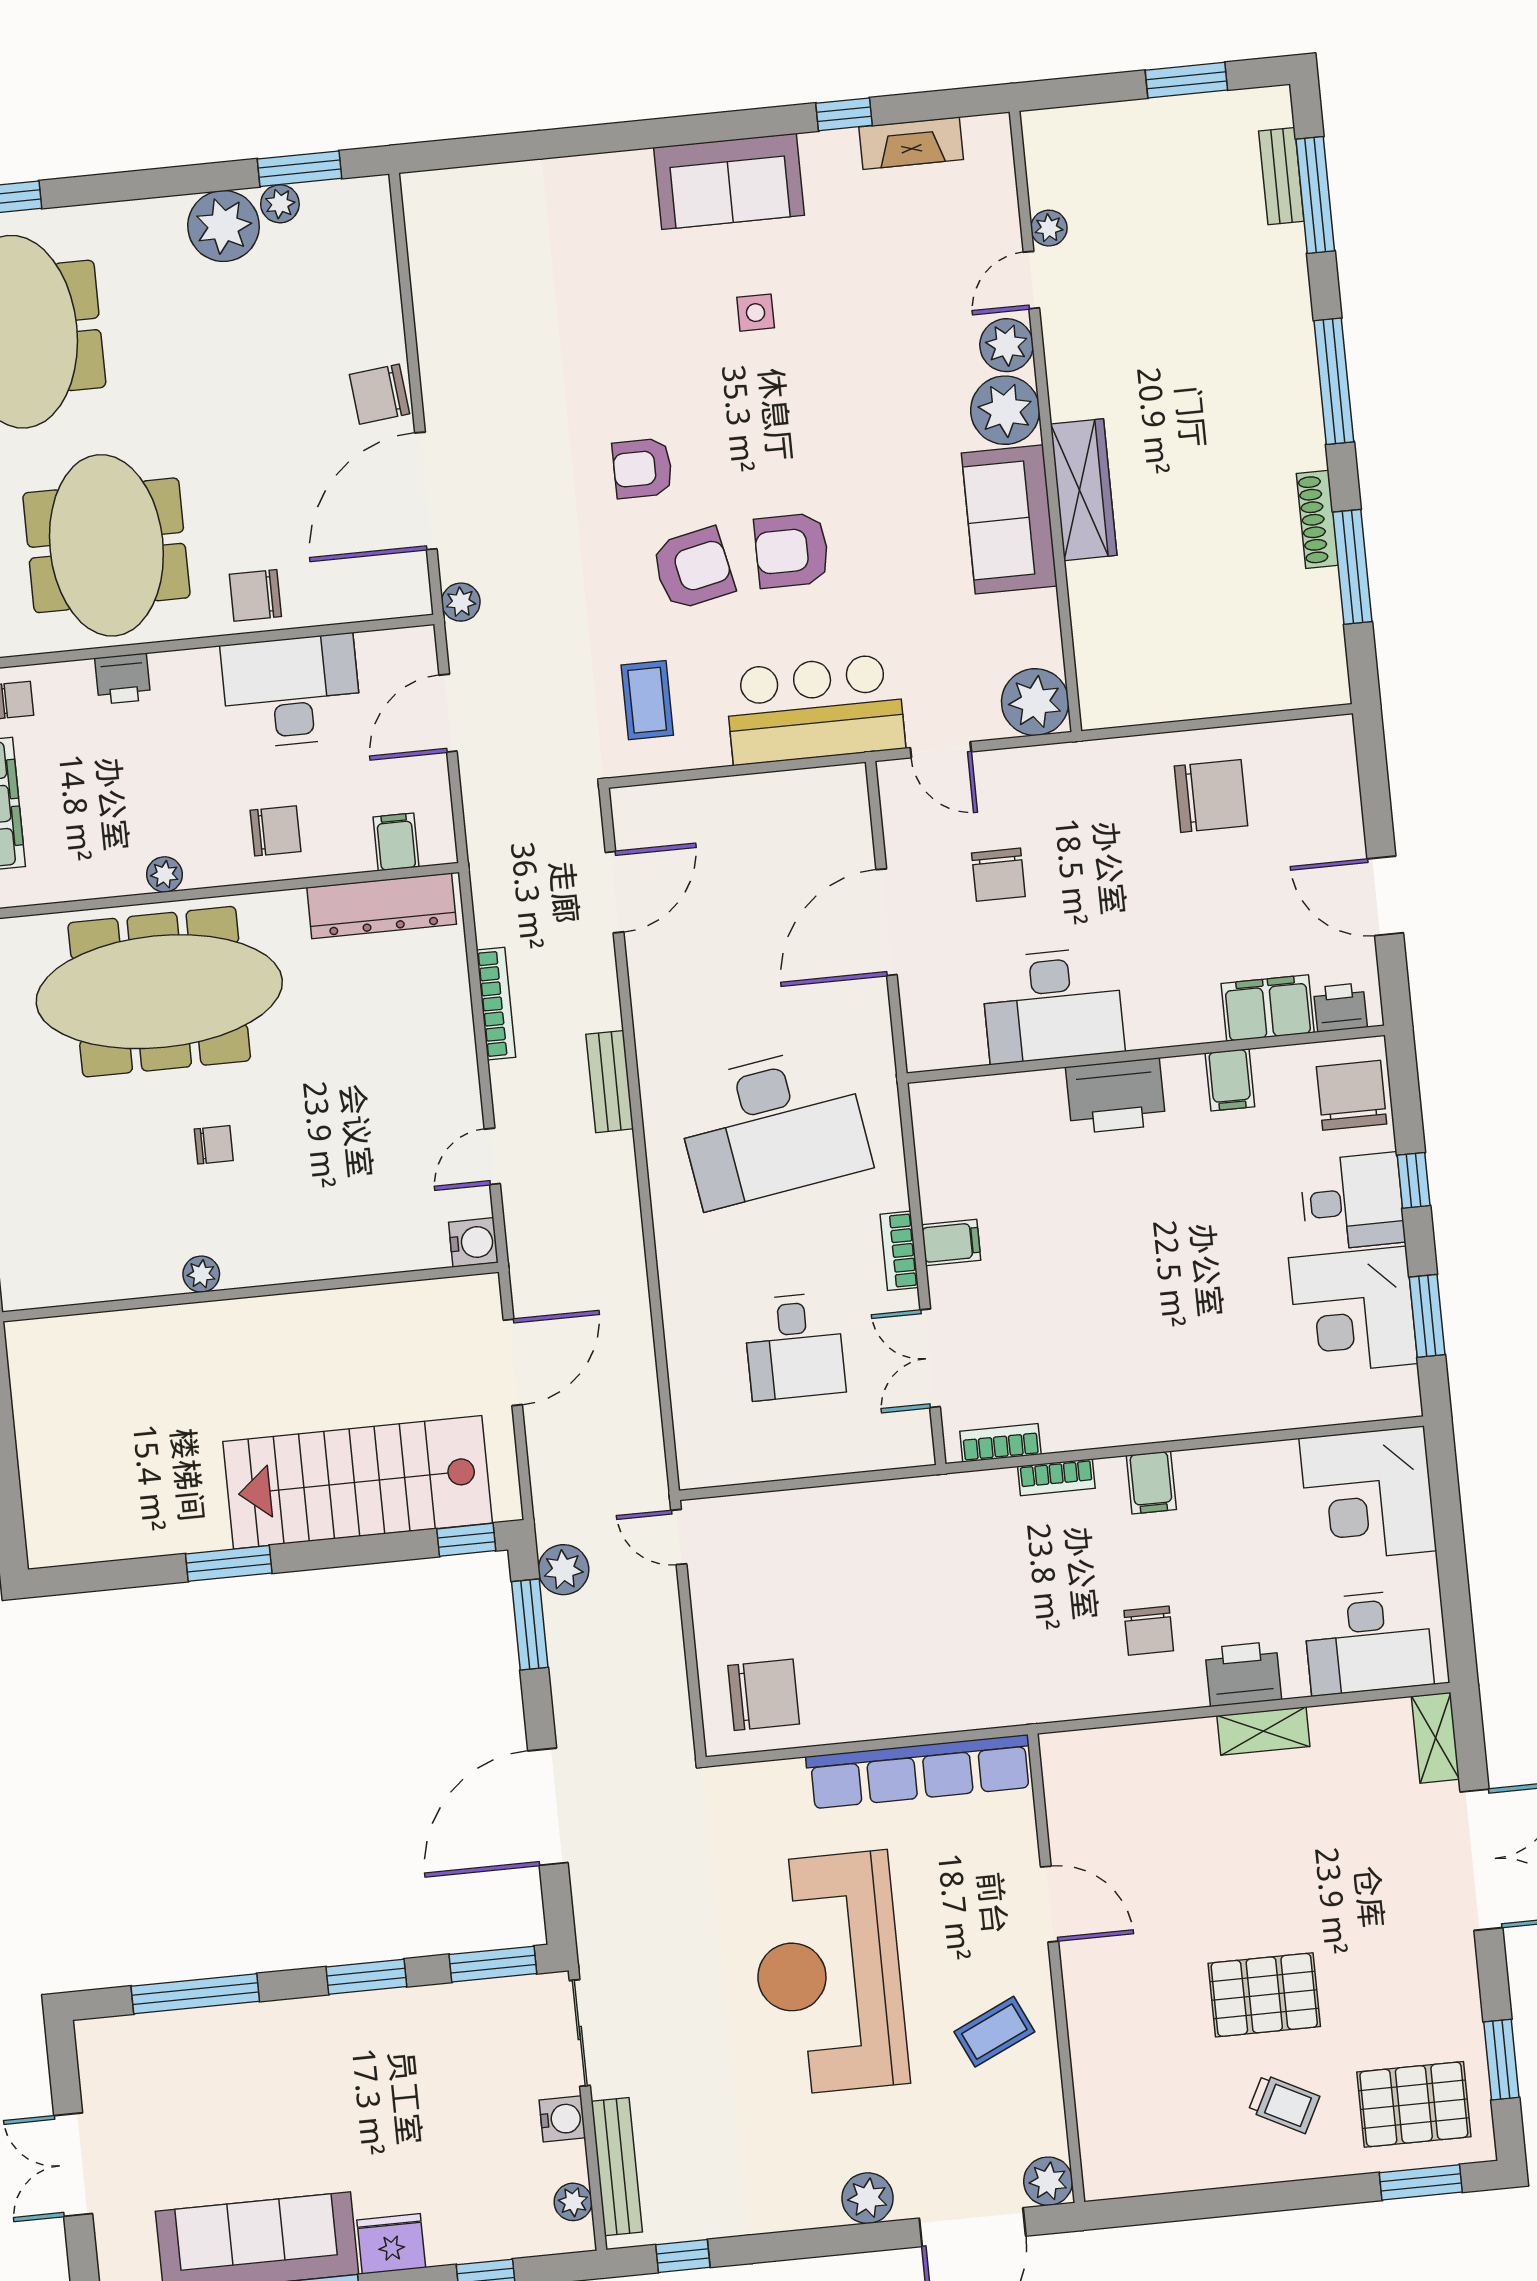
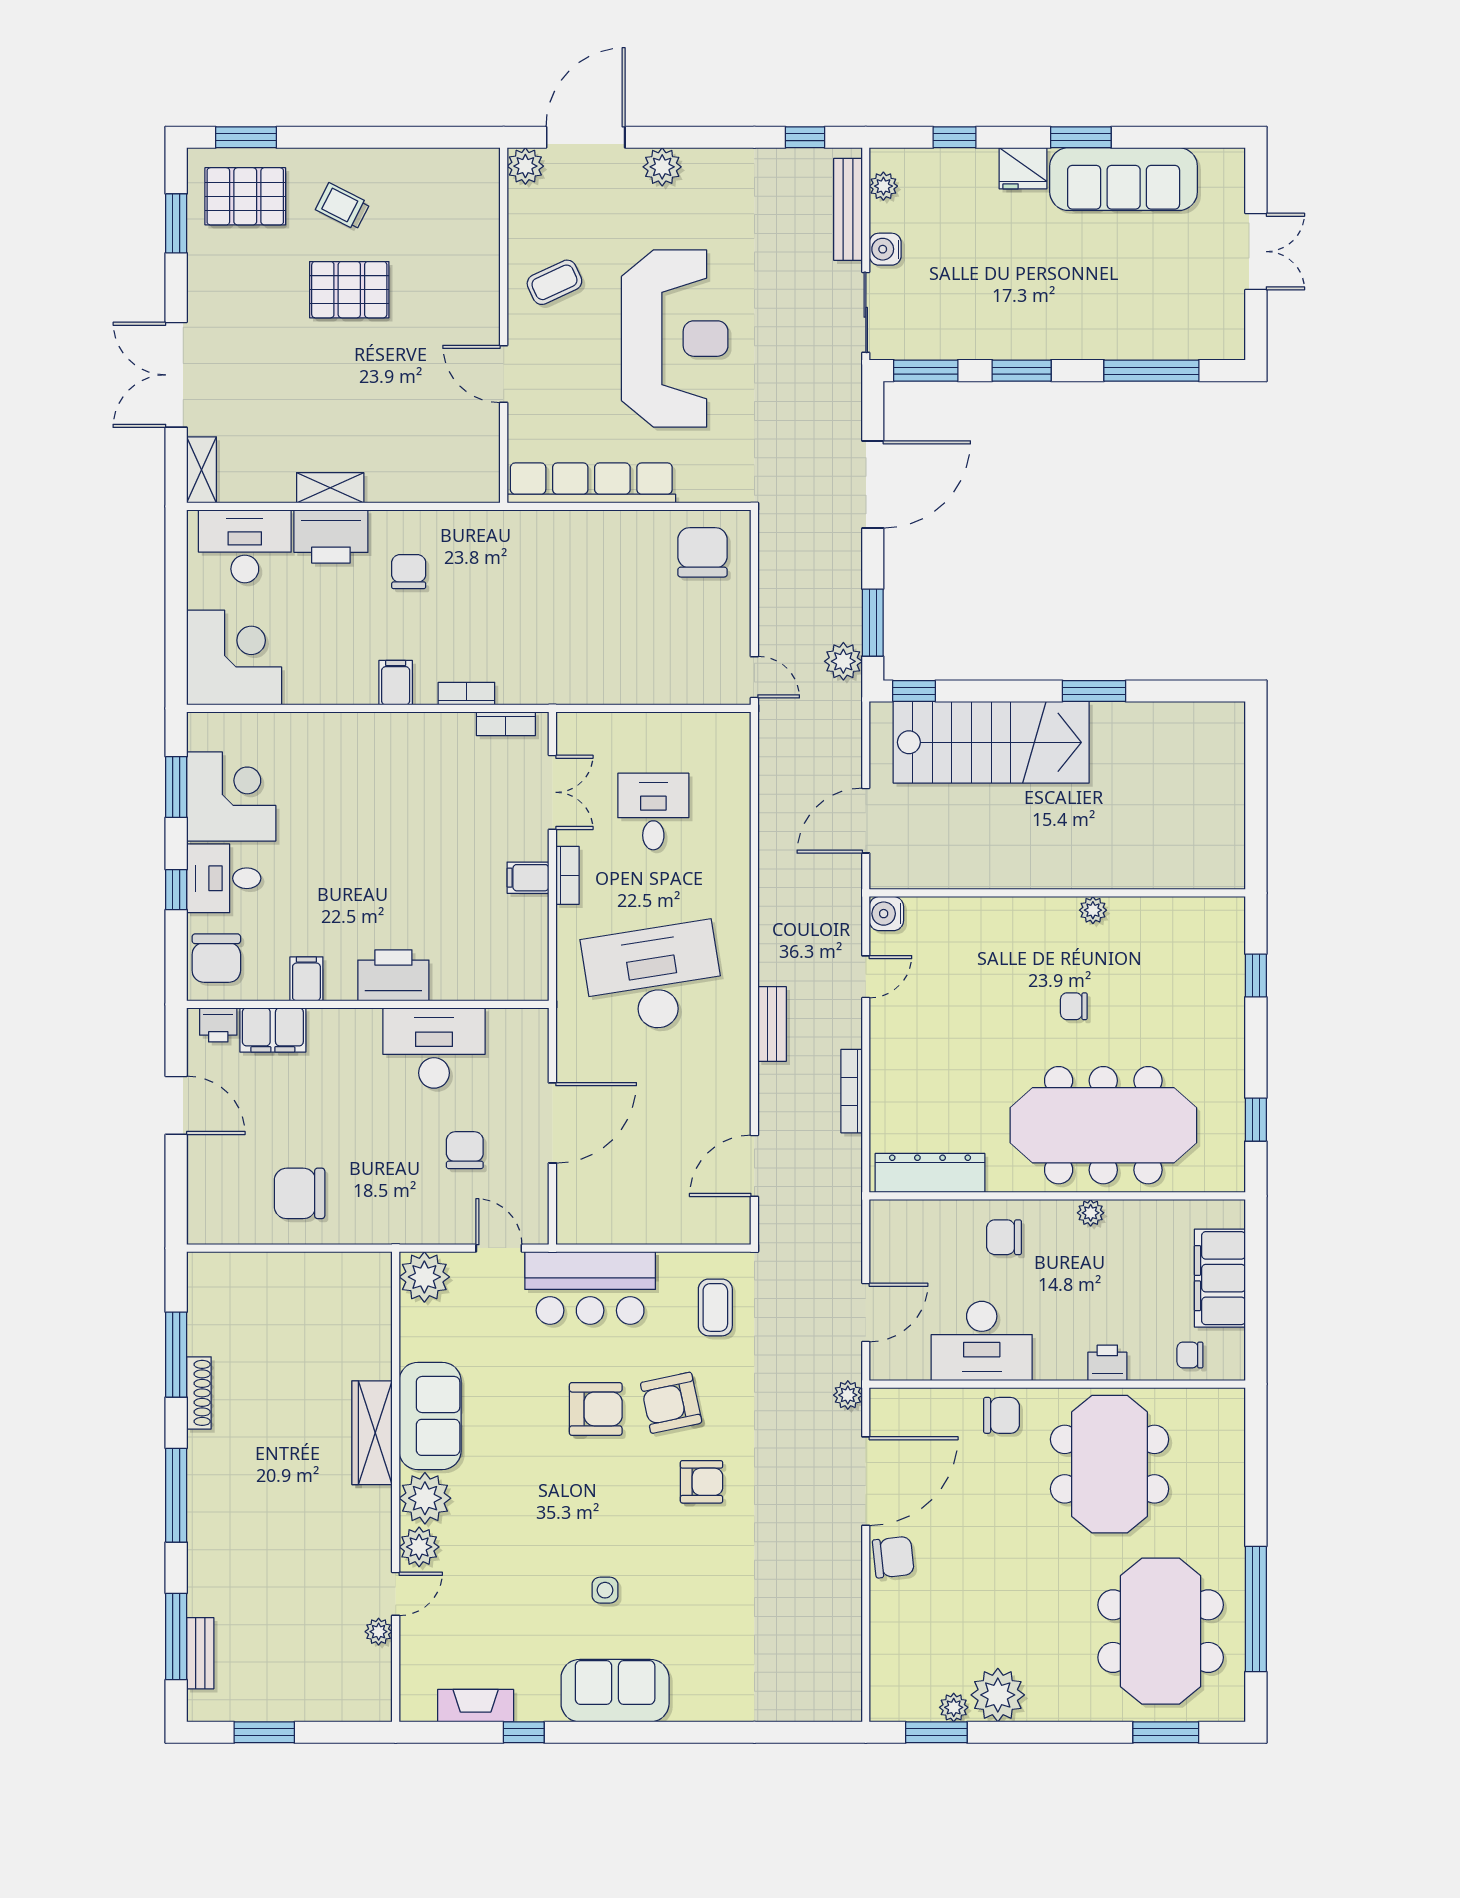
filing cabinet: (396, 842) -> (914, 1220), removed
printer: (1243, 1674) -> (331, 536), width x1.37, depth x1.19
chair: (764, 1695) -> (702, 552), turned 90

